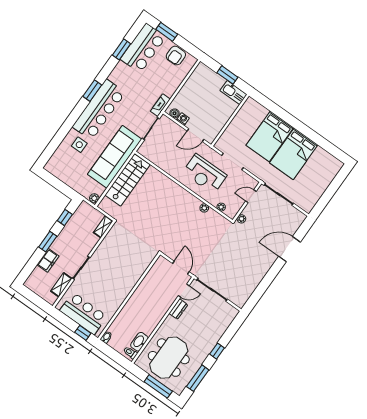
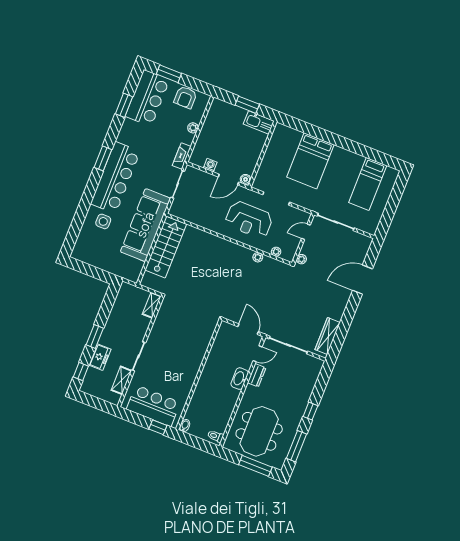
boiler: (175, 113) -> (245, 179), moved
bed: (294, 154) -> (368, 184), moved, width x0.67
plant: (94, 198) -> (193, 128), moved
window: (65, 218) -> (81, 371), moved
wardrobe: (248, 290) -> (328, 336), added
washbasin: (139, 342) -> (240, 379), moved

